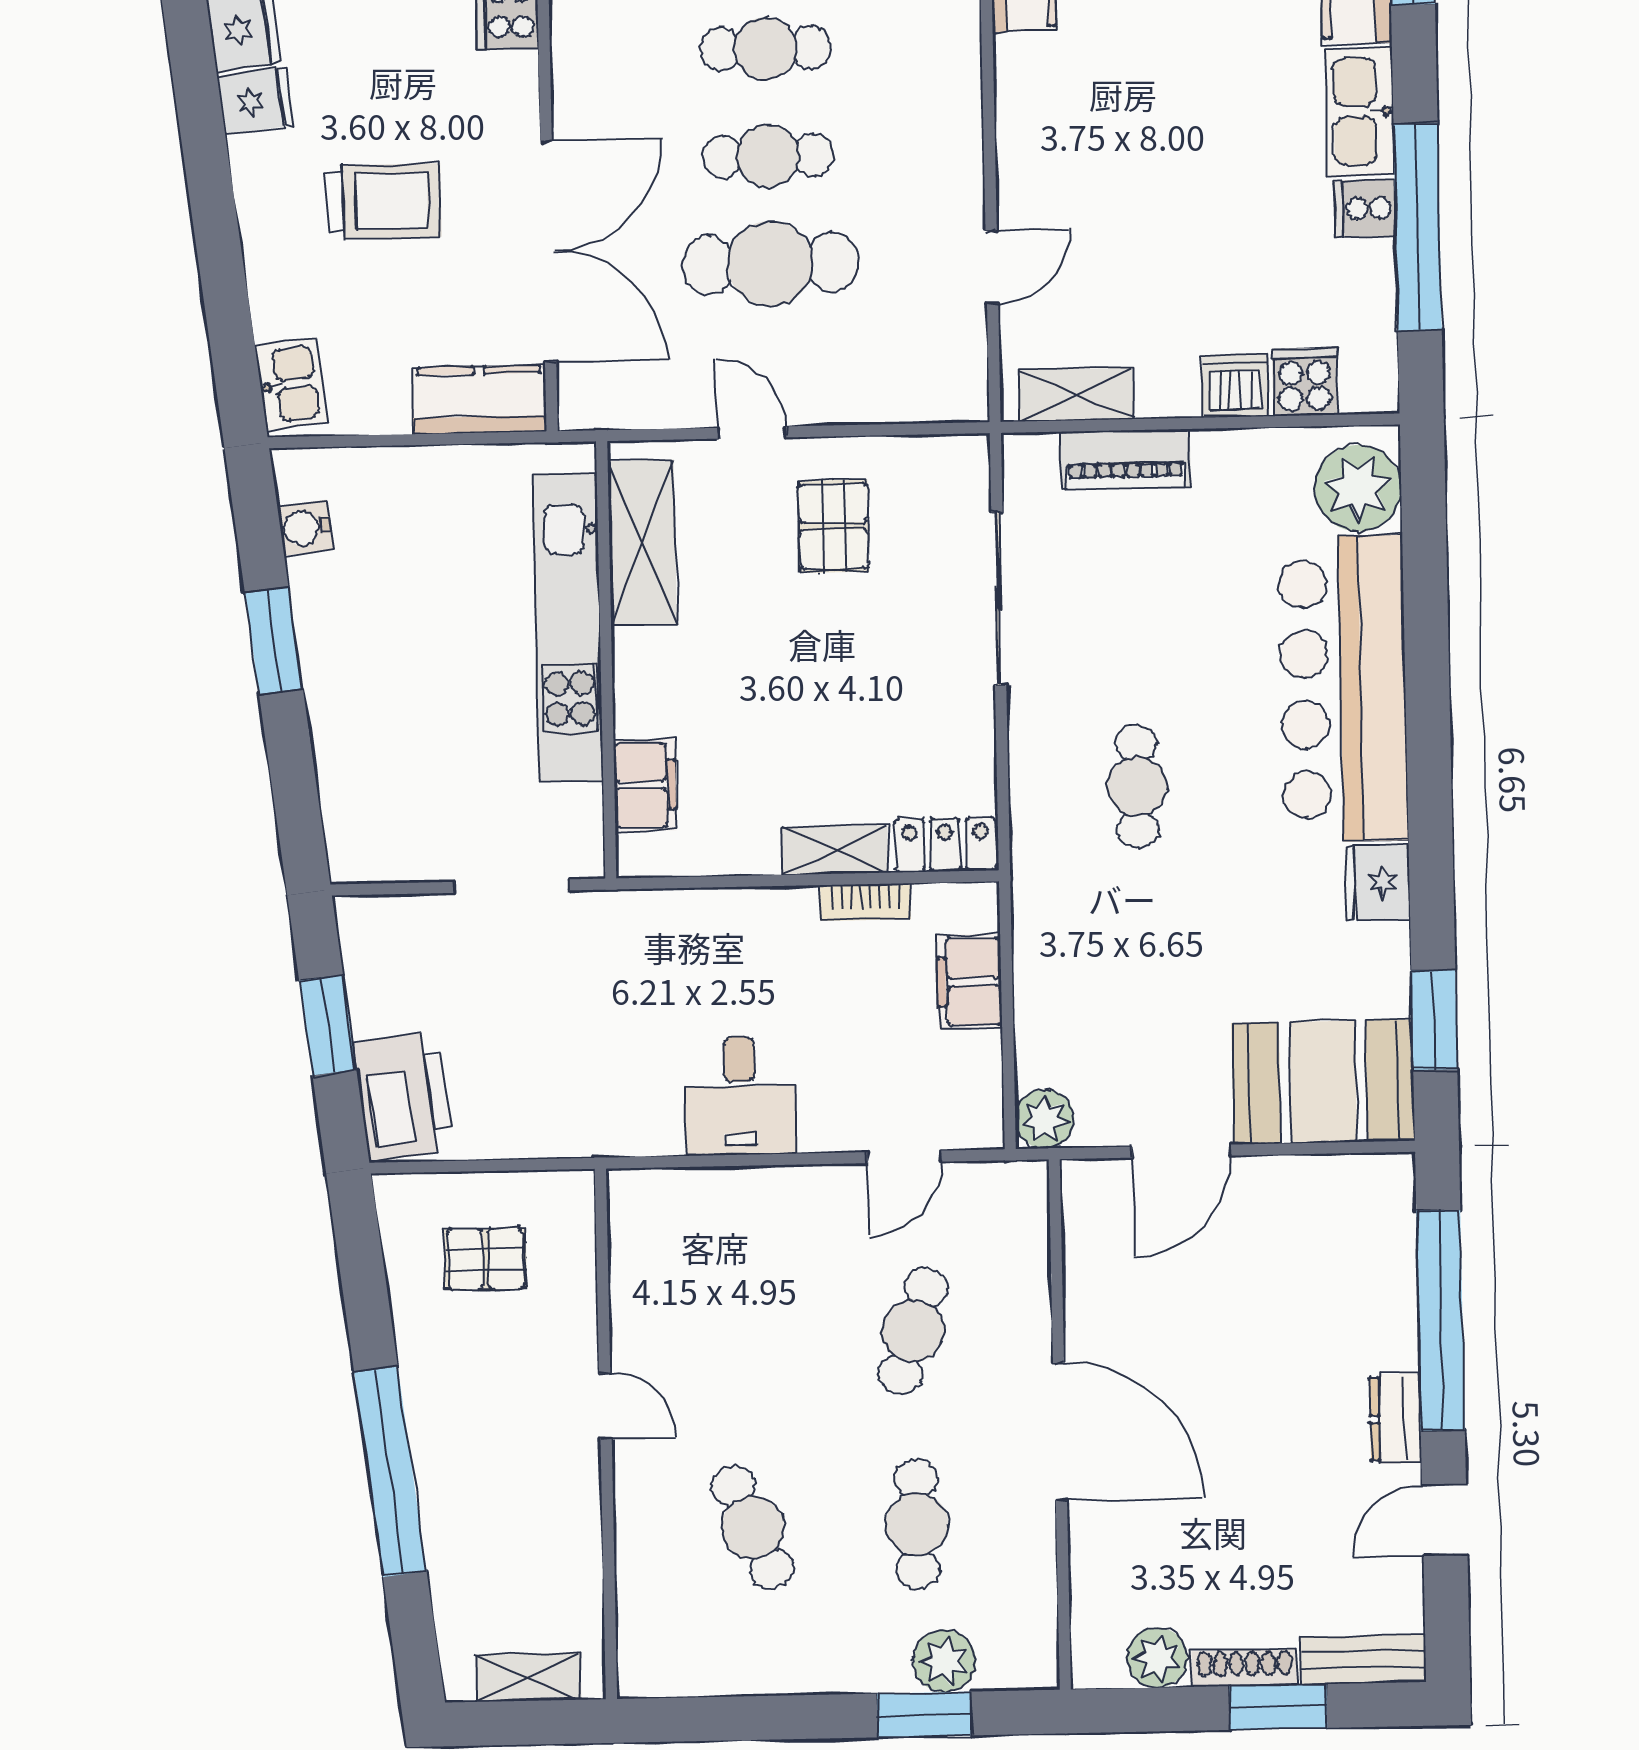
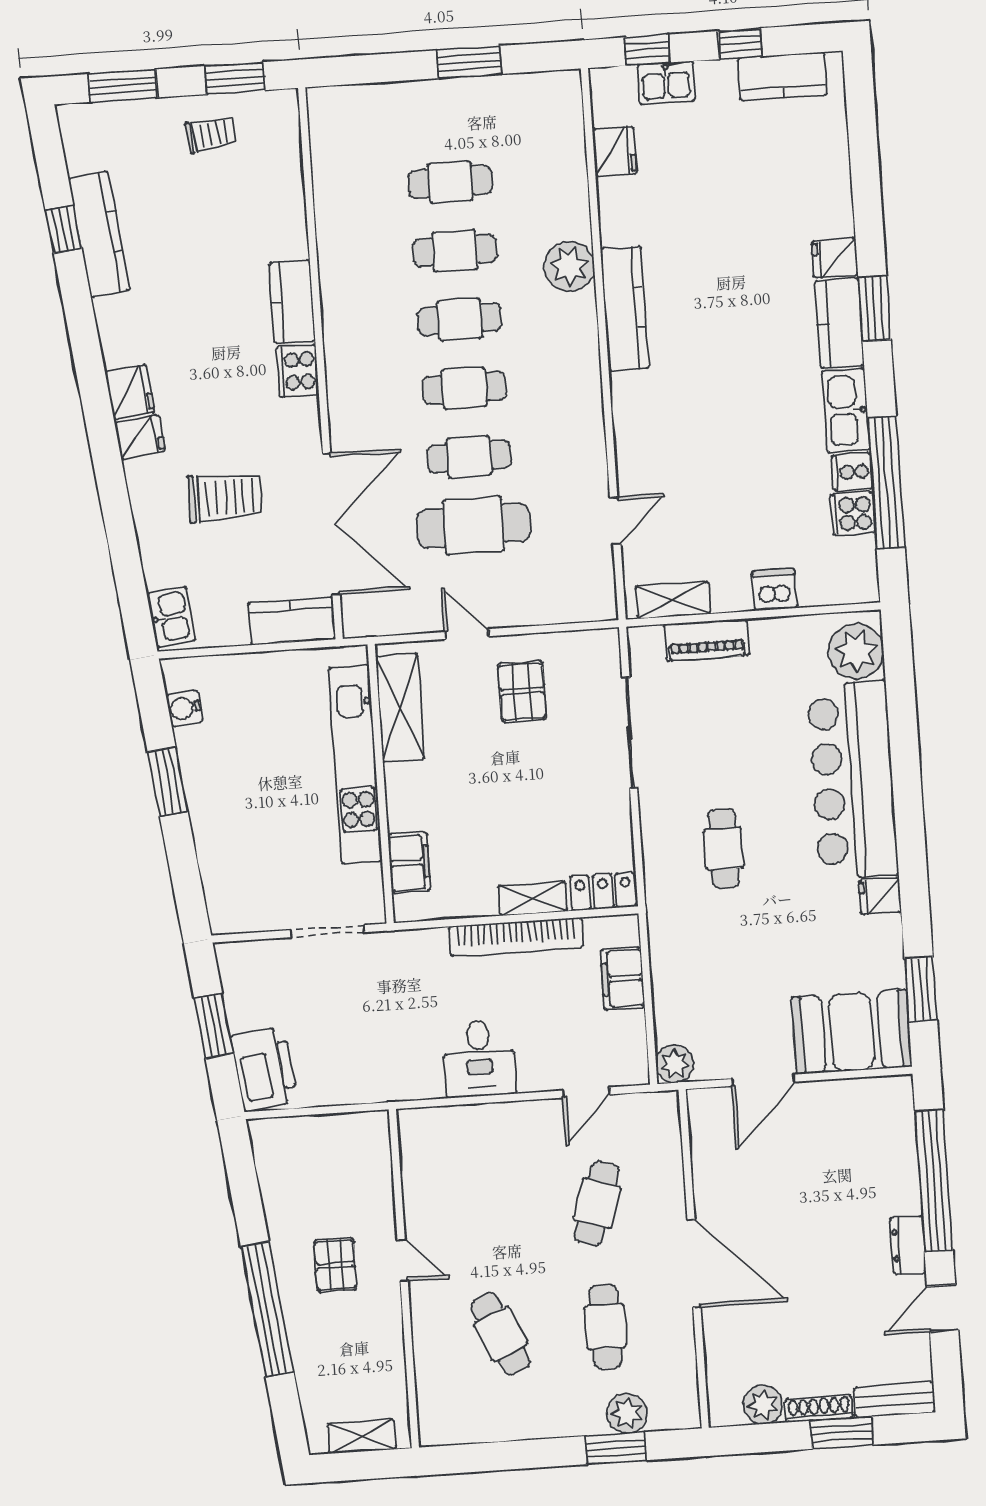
cooker: (1305, 382) -> (853, 514), moved, turned -90
fridge: (1378, 882) -> (880, 896), width x0.72
bookcase: (866, 902) -> (516, 937), width x2.31, depth x1.31
pallet: (485, 1259) -> (335, 1265), moved, turned 90

